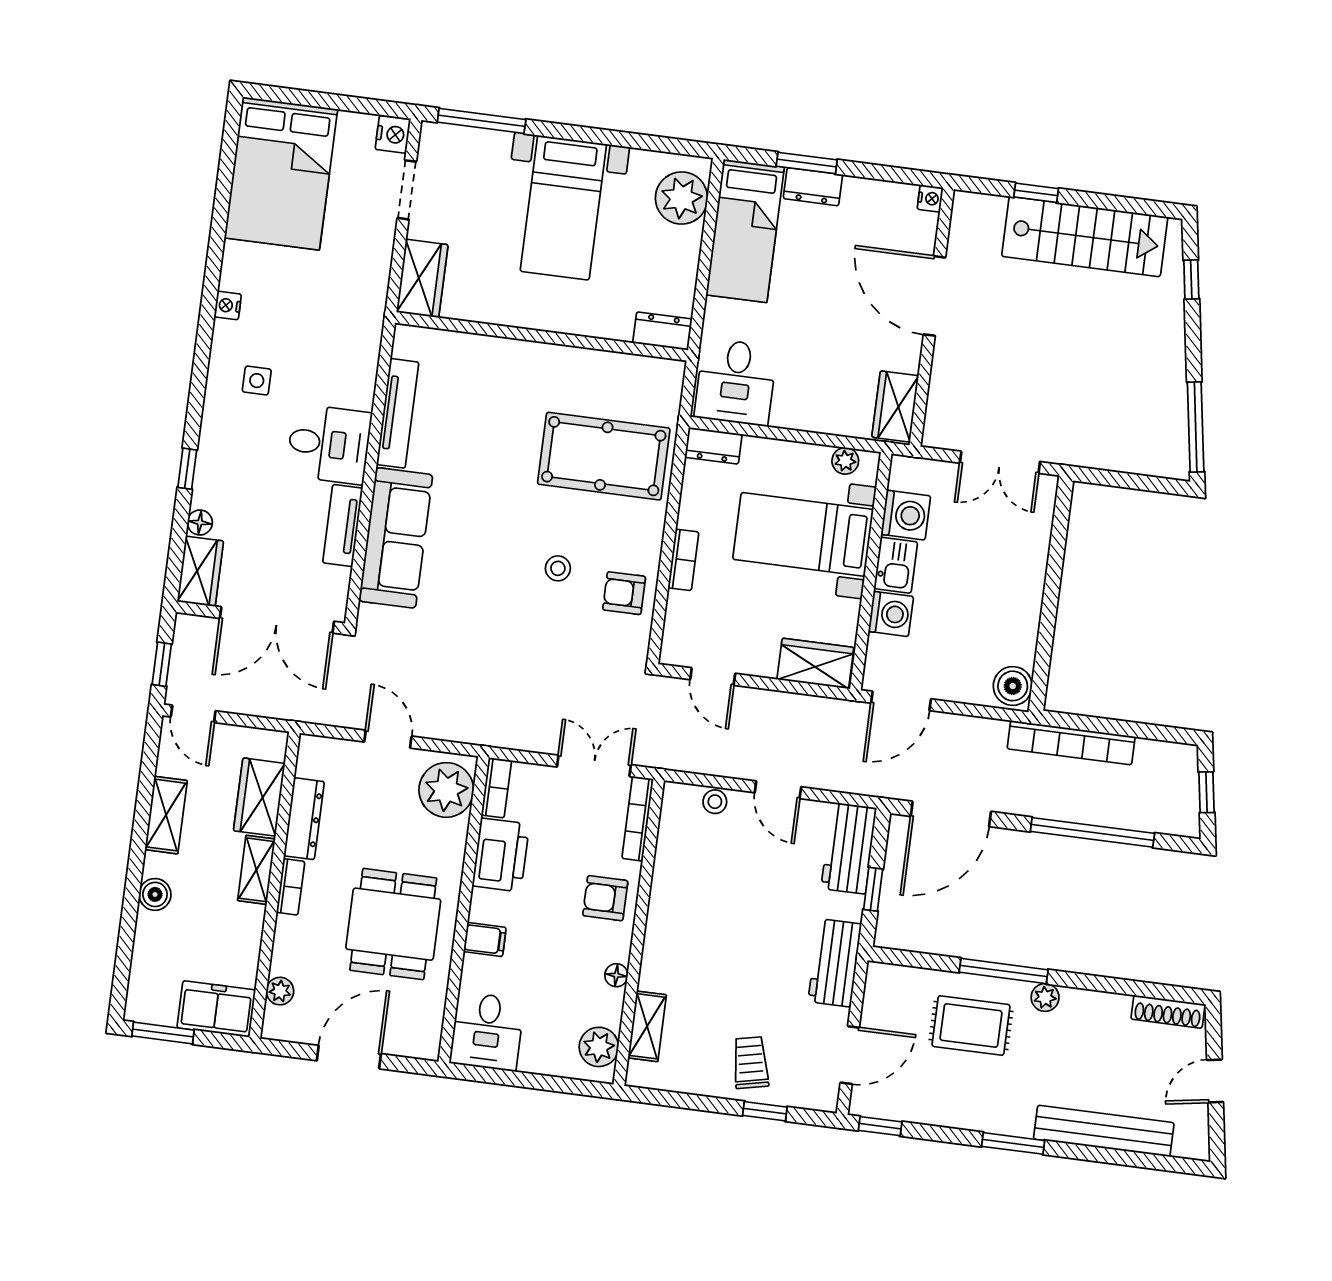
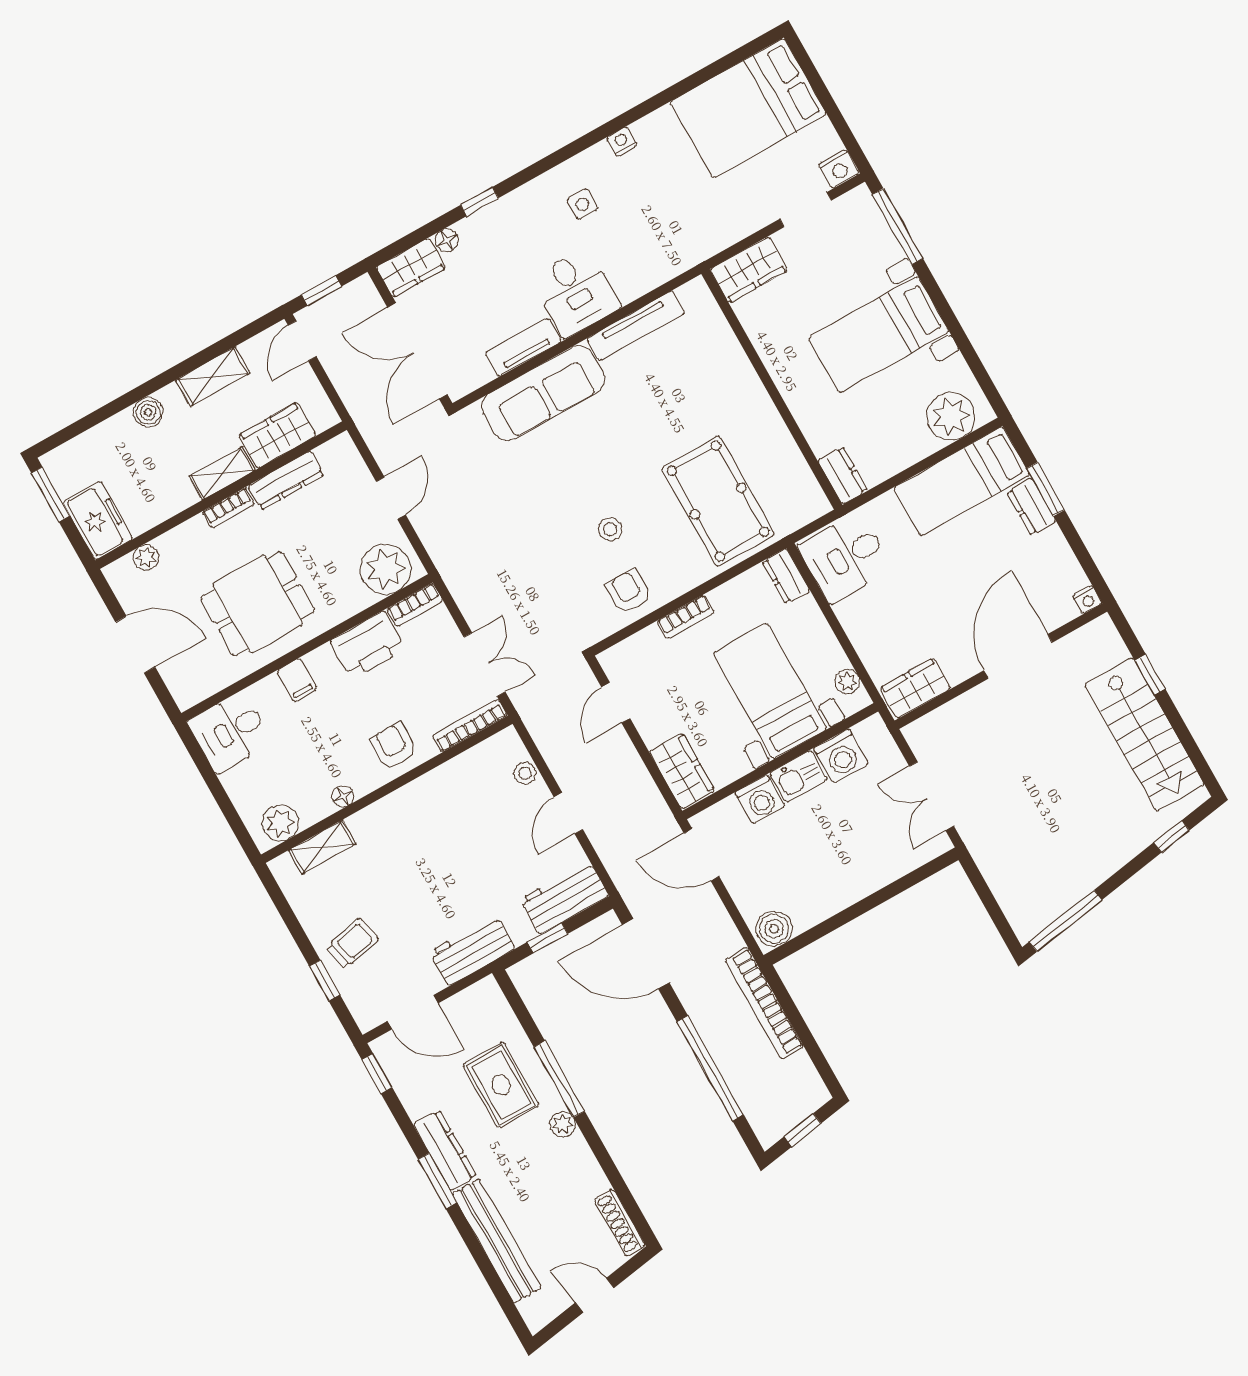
dresser: (991, 1117) -> (445, 1150), added

